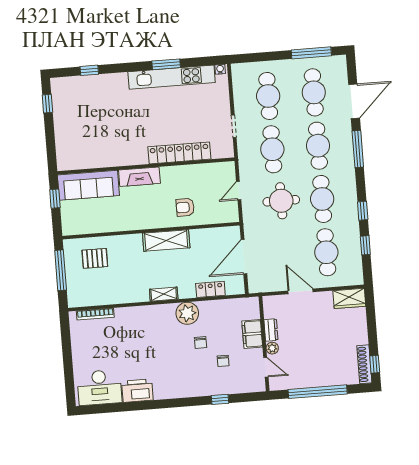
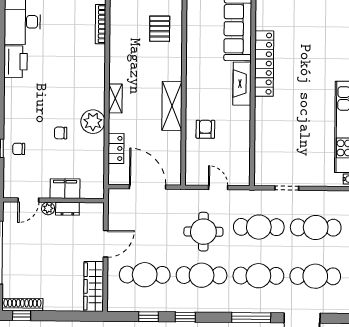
locker: (179, 153) -> (264, 64), moved
wardrobe: (349, 298) -> (94, 286), width x1.50
chair: (223, 361) -> (19, 149), moved

